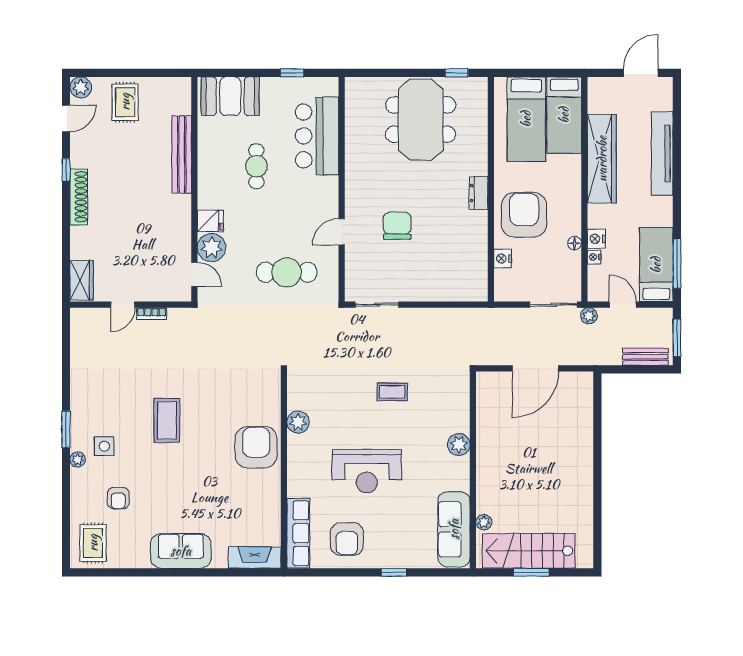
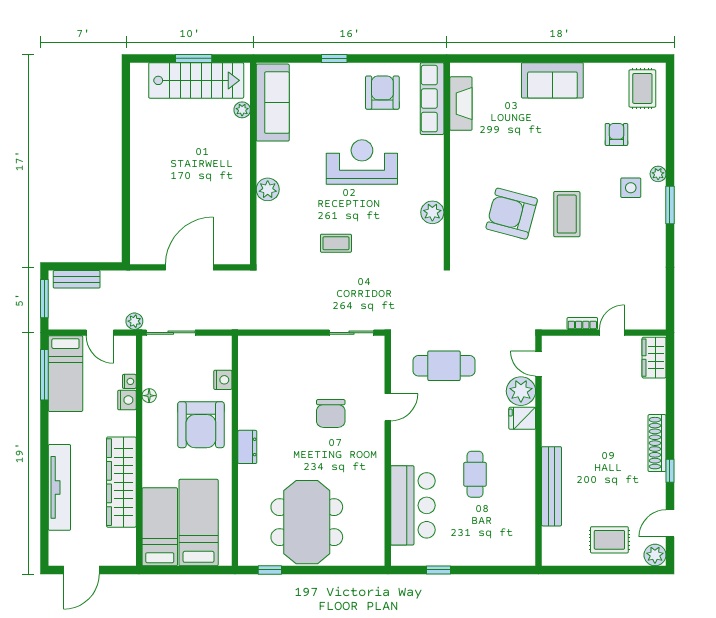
booth: (230, 96) -> (502, 546), removed
rug: (125, 102) -> (609, 540), turned 90
armchair: (256, 447) -> (512, 214), moved, turned 105
fireplace: (255, 558) -> (461, 104), moved, turned -90

